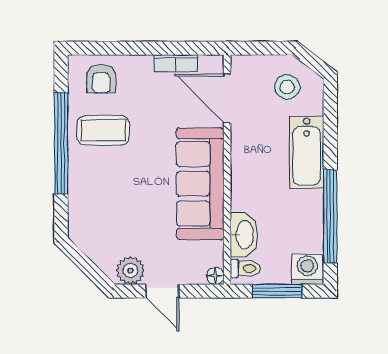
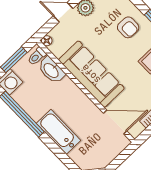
stool: (287, 87) -> (94, 152), removed
armchair: (102, 197) -> (128, 27), added

